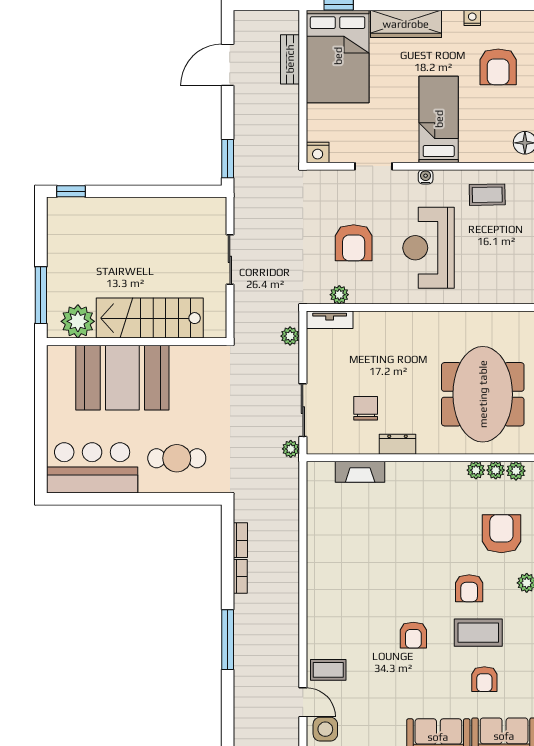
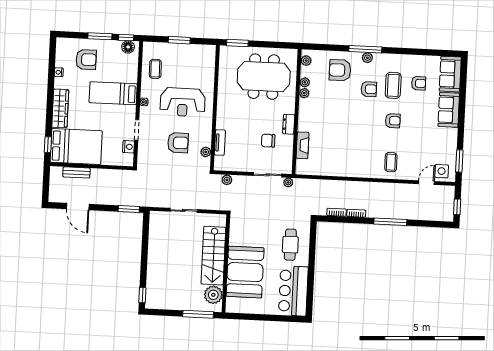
nightstand: (318, 152) -> (128, 147), moved
tv unit: (330, 320) -> (220, 143), moved
plant: (496, 470) -> (304, 93), moved
coffee table: (328, 670) -> (391, 162), moved

